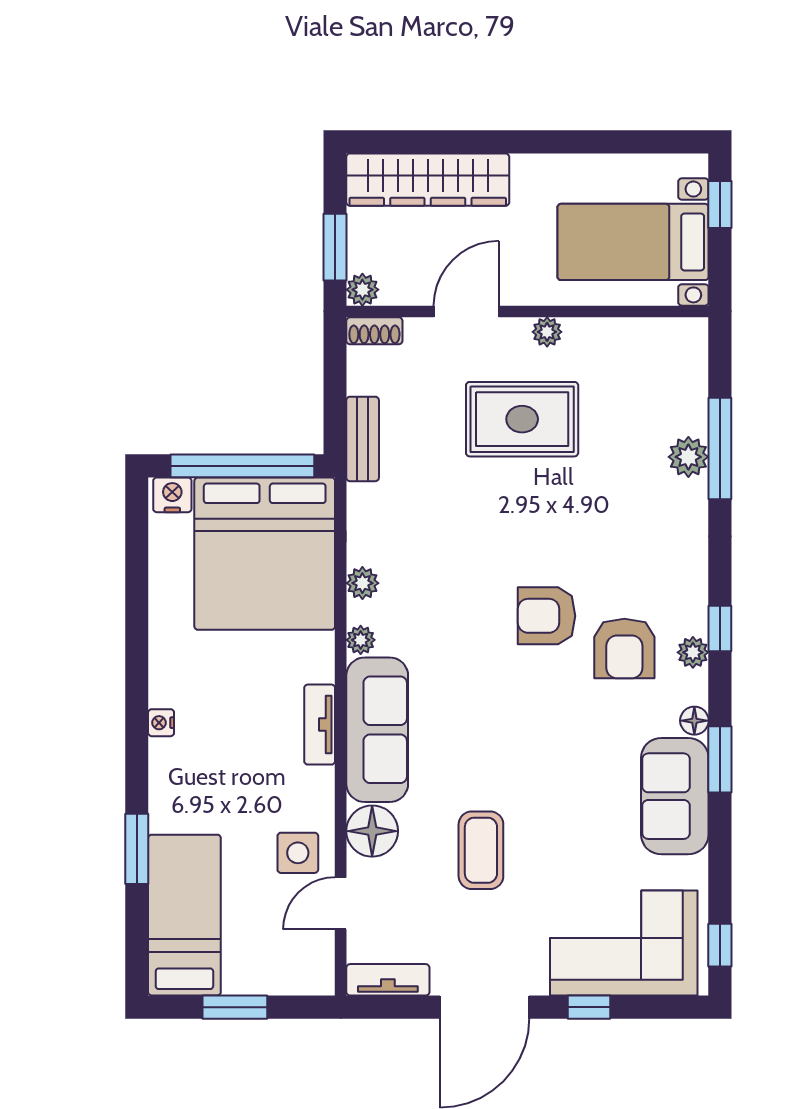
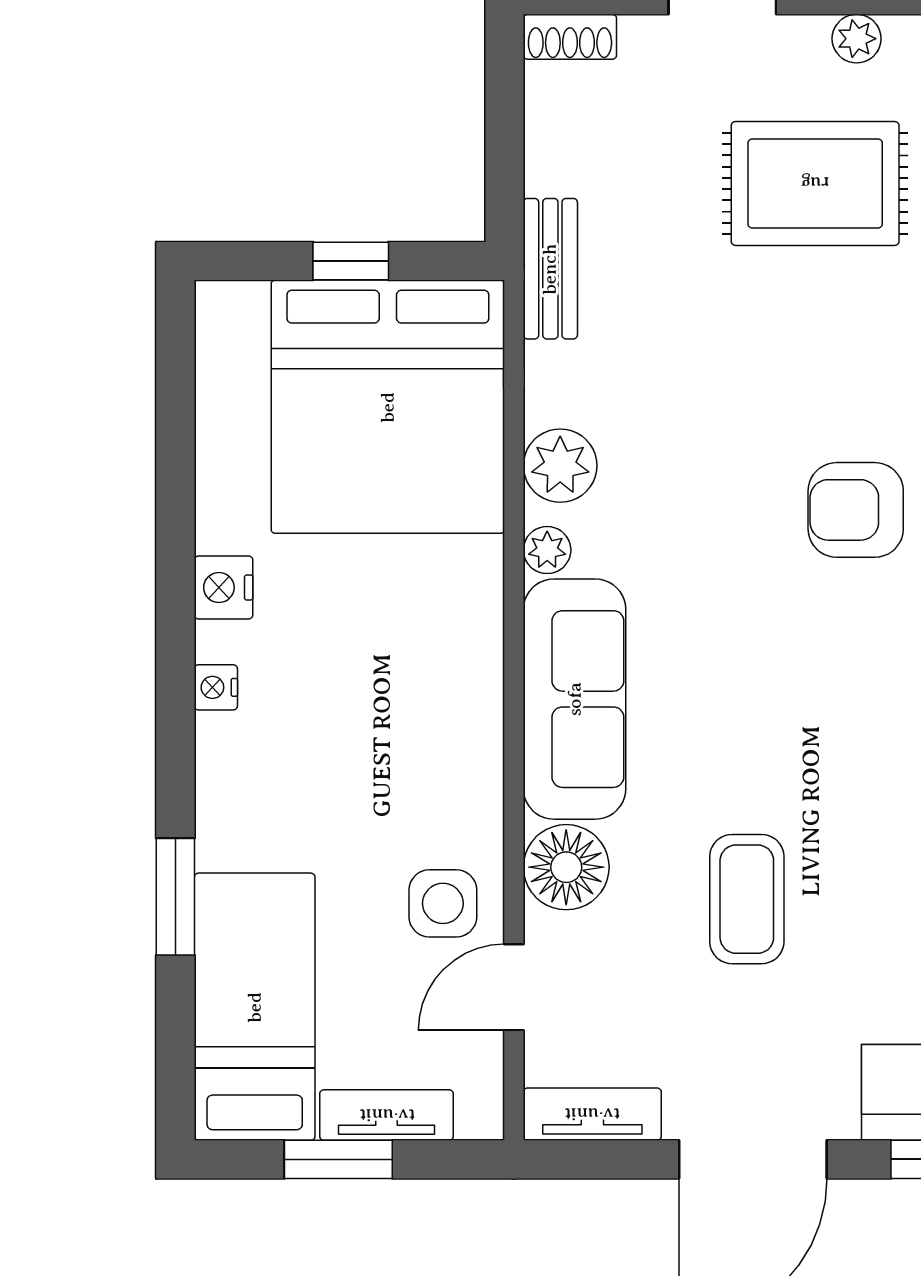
bench: (363, 439) -> (550, 269), moved
window: (242, 466) -> (351, 261), width x0.32
nightstand: (172, 495) -> (224, 588), moved, turned -90
plant: (362, 583) -> (560, 466), width x1.38, depth x1.38
tv unit: (320, 725) -> (387, 1115), moved, turned 90

